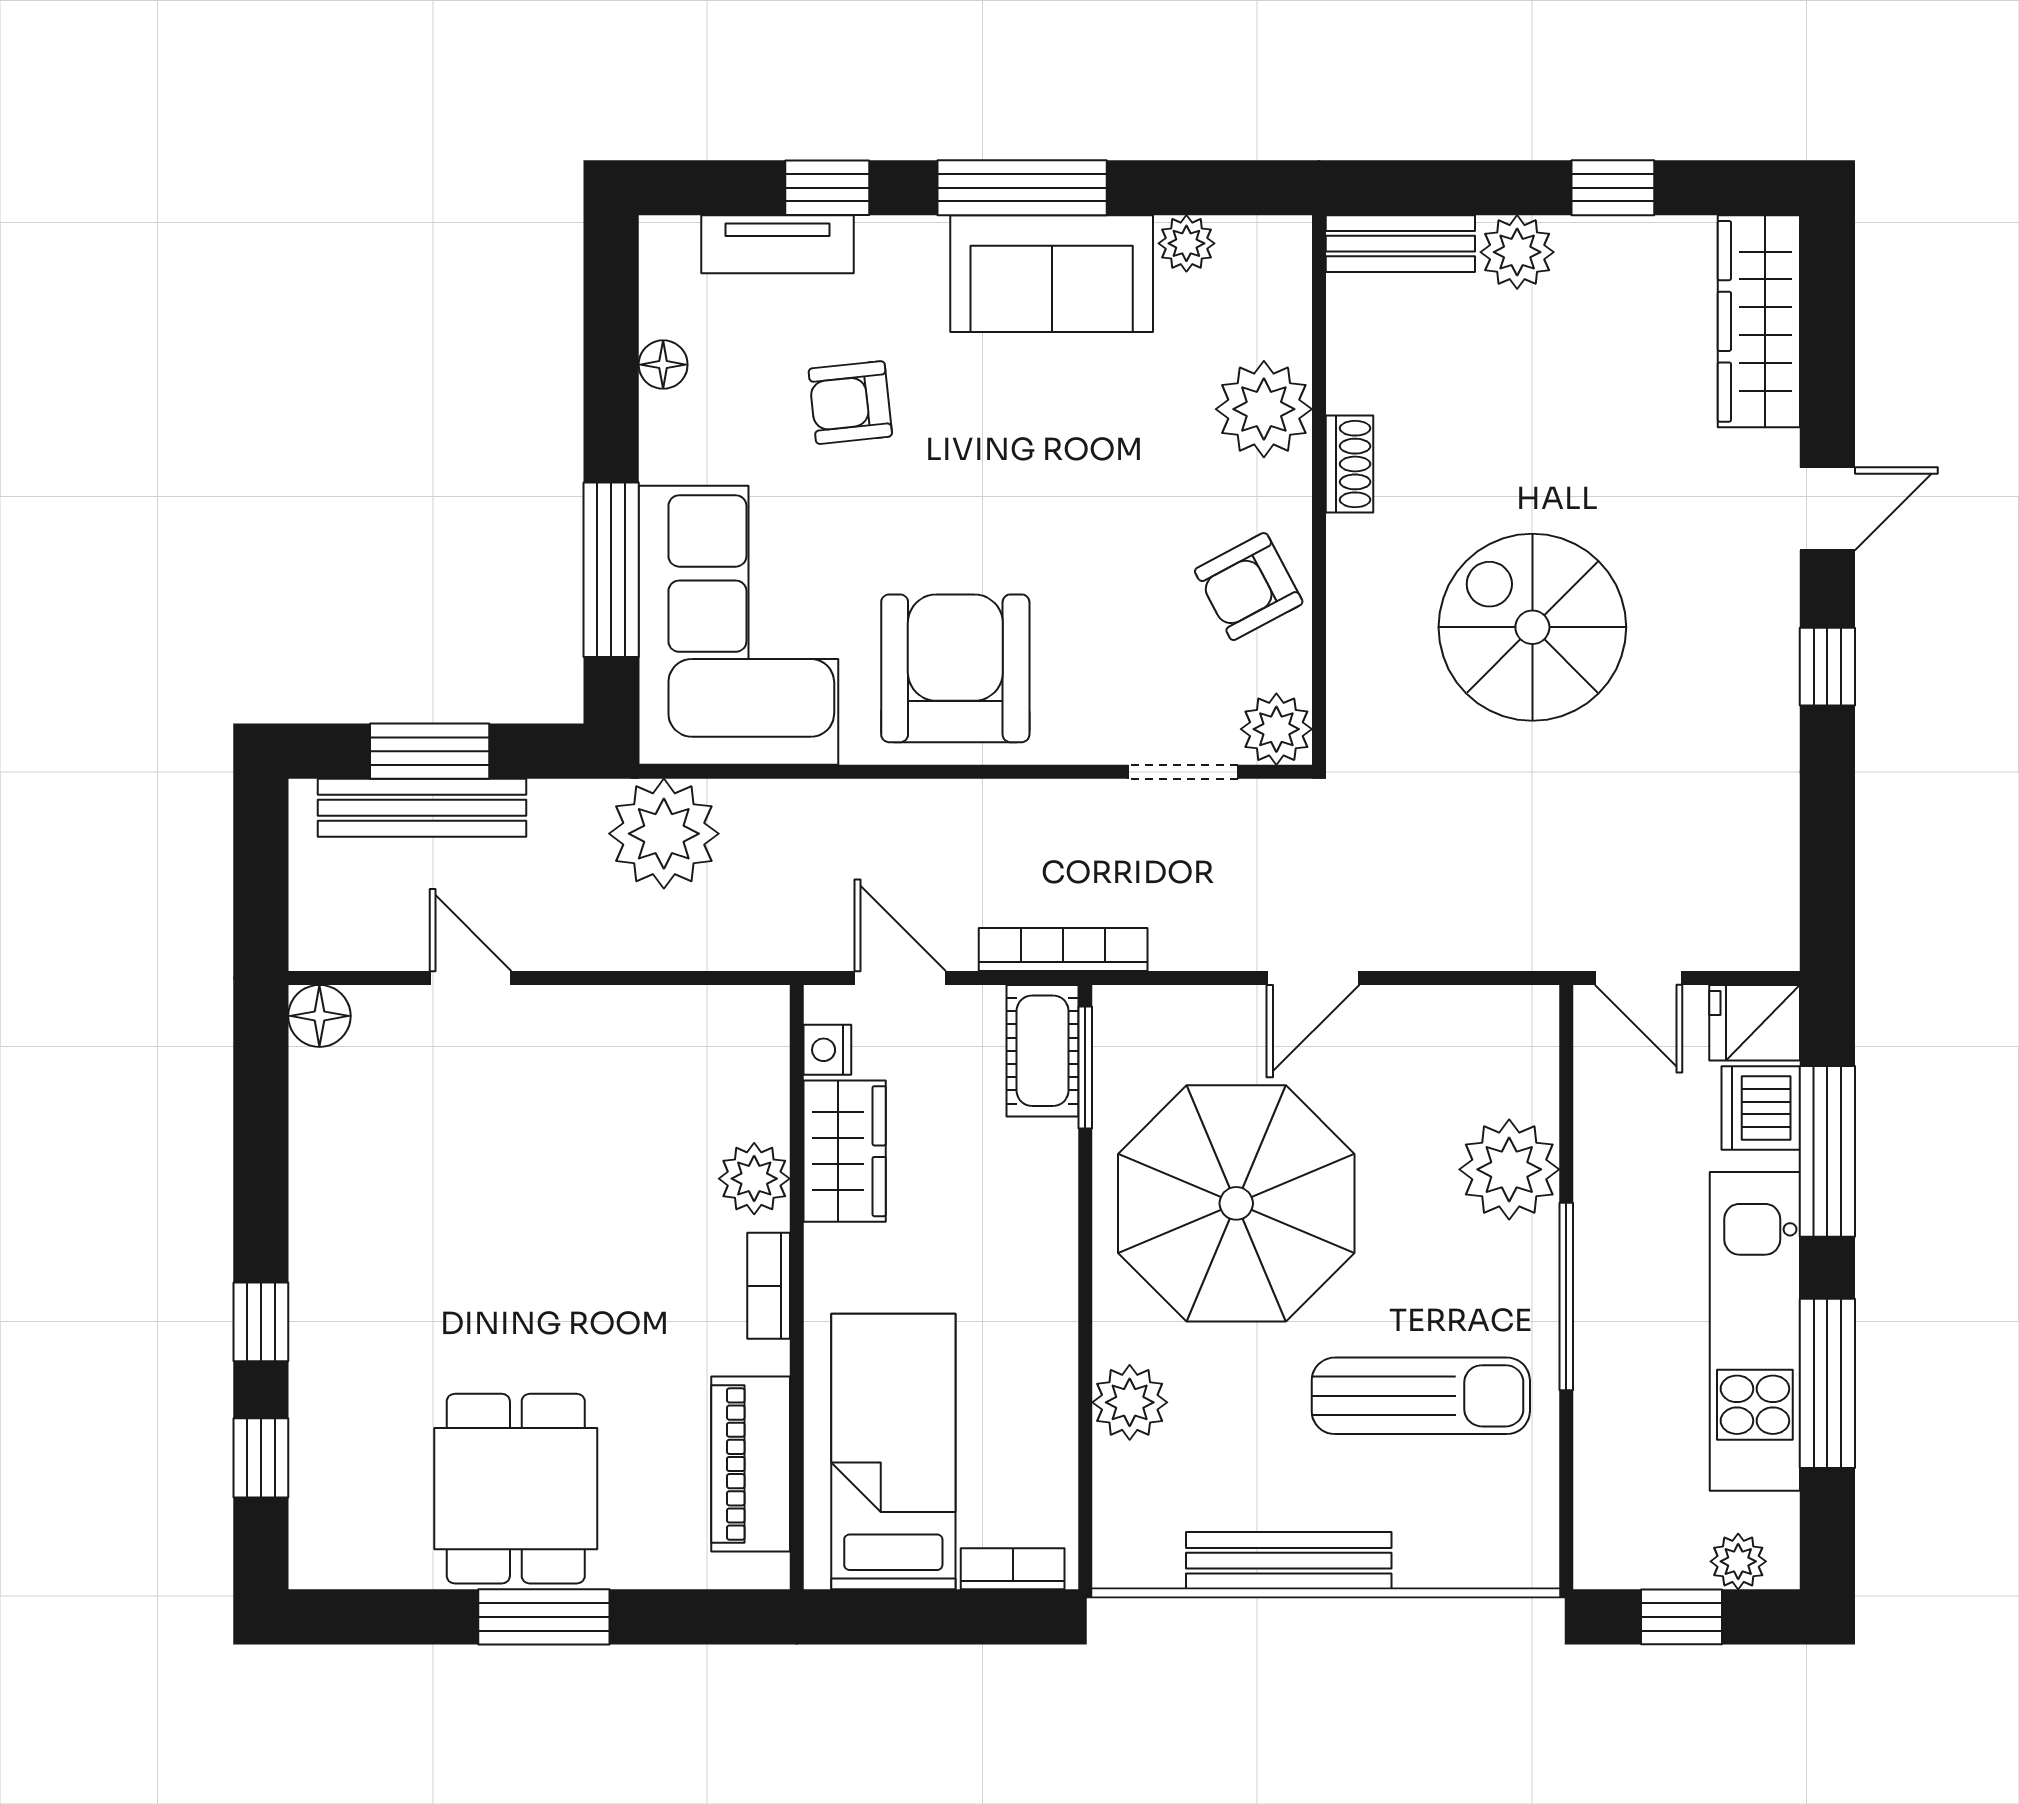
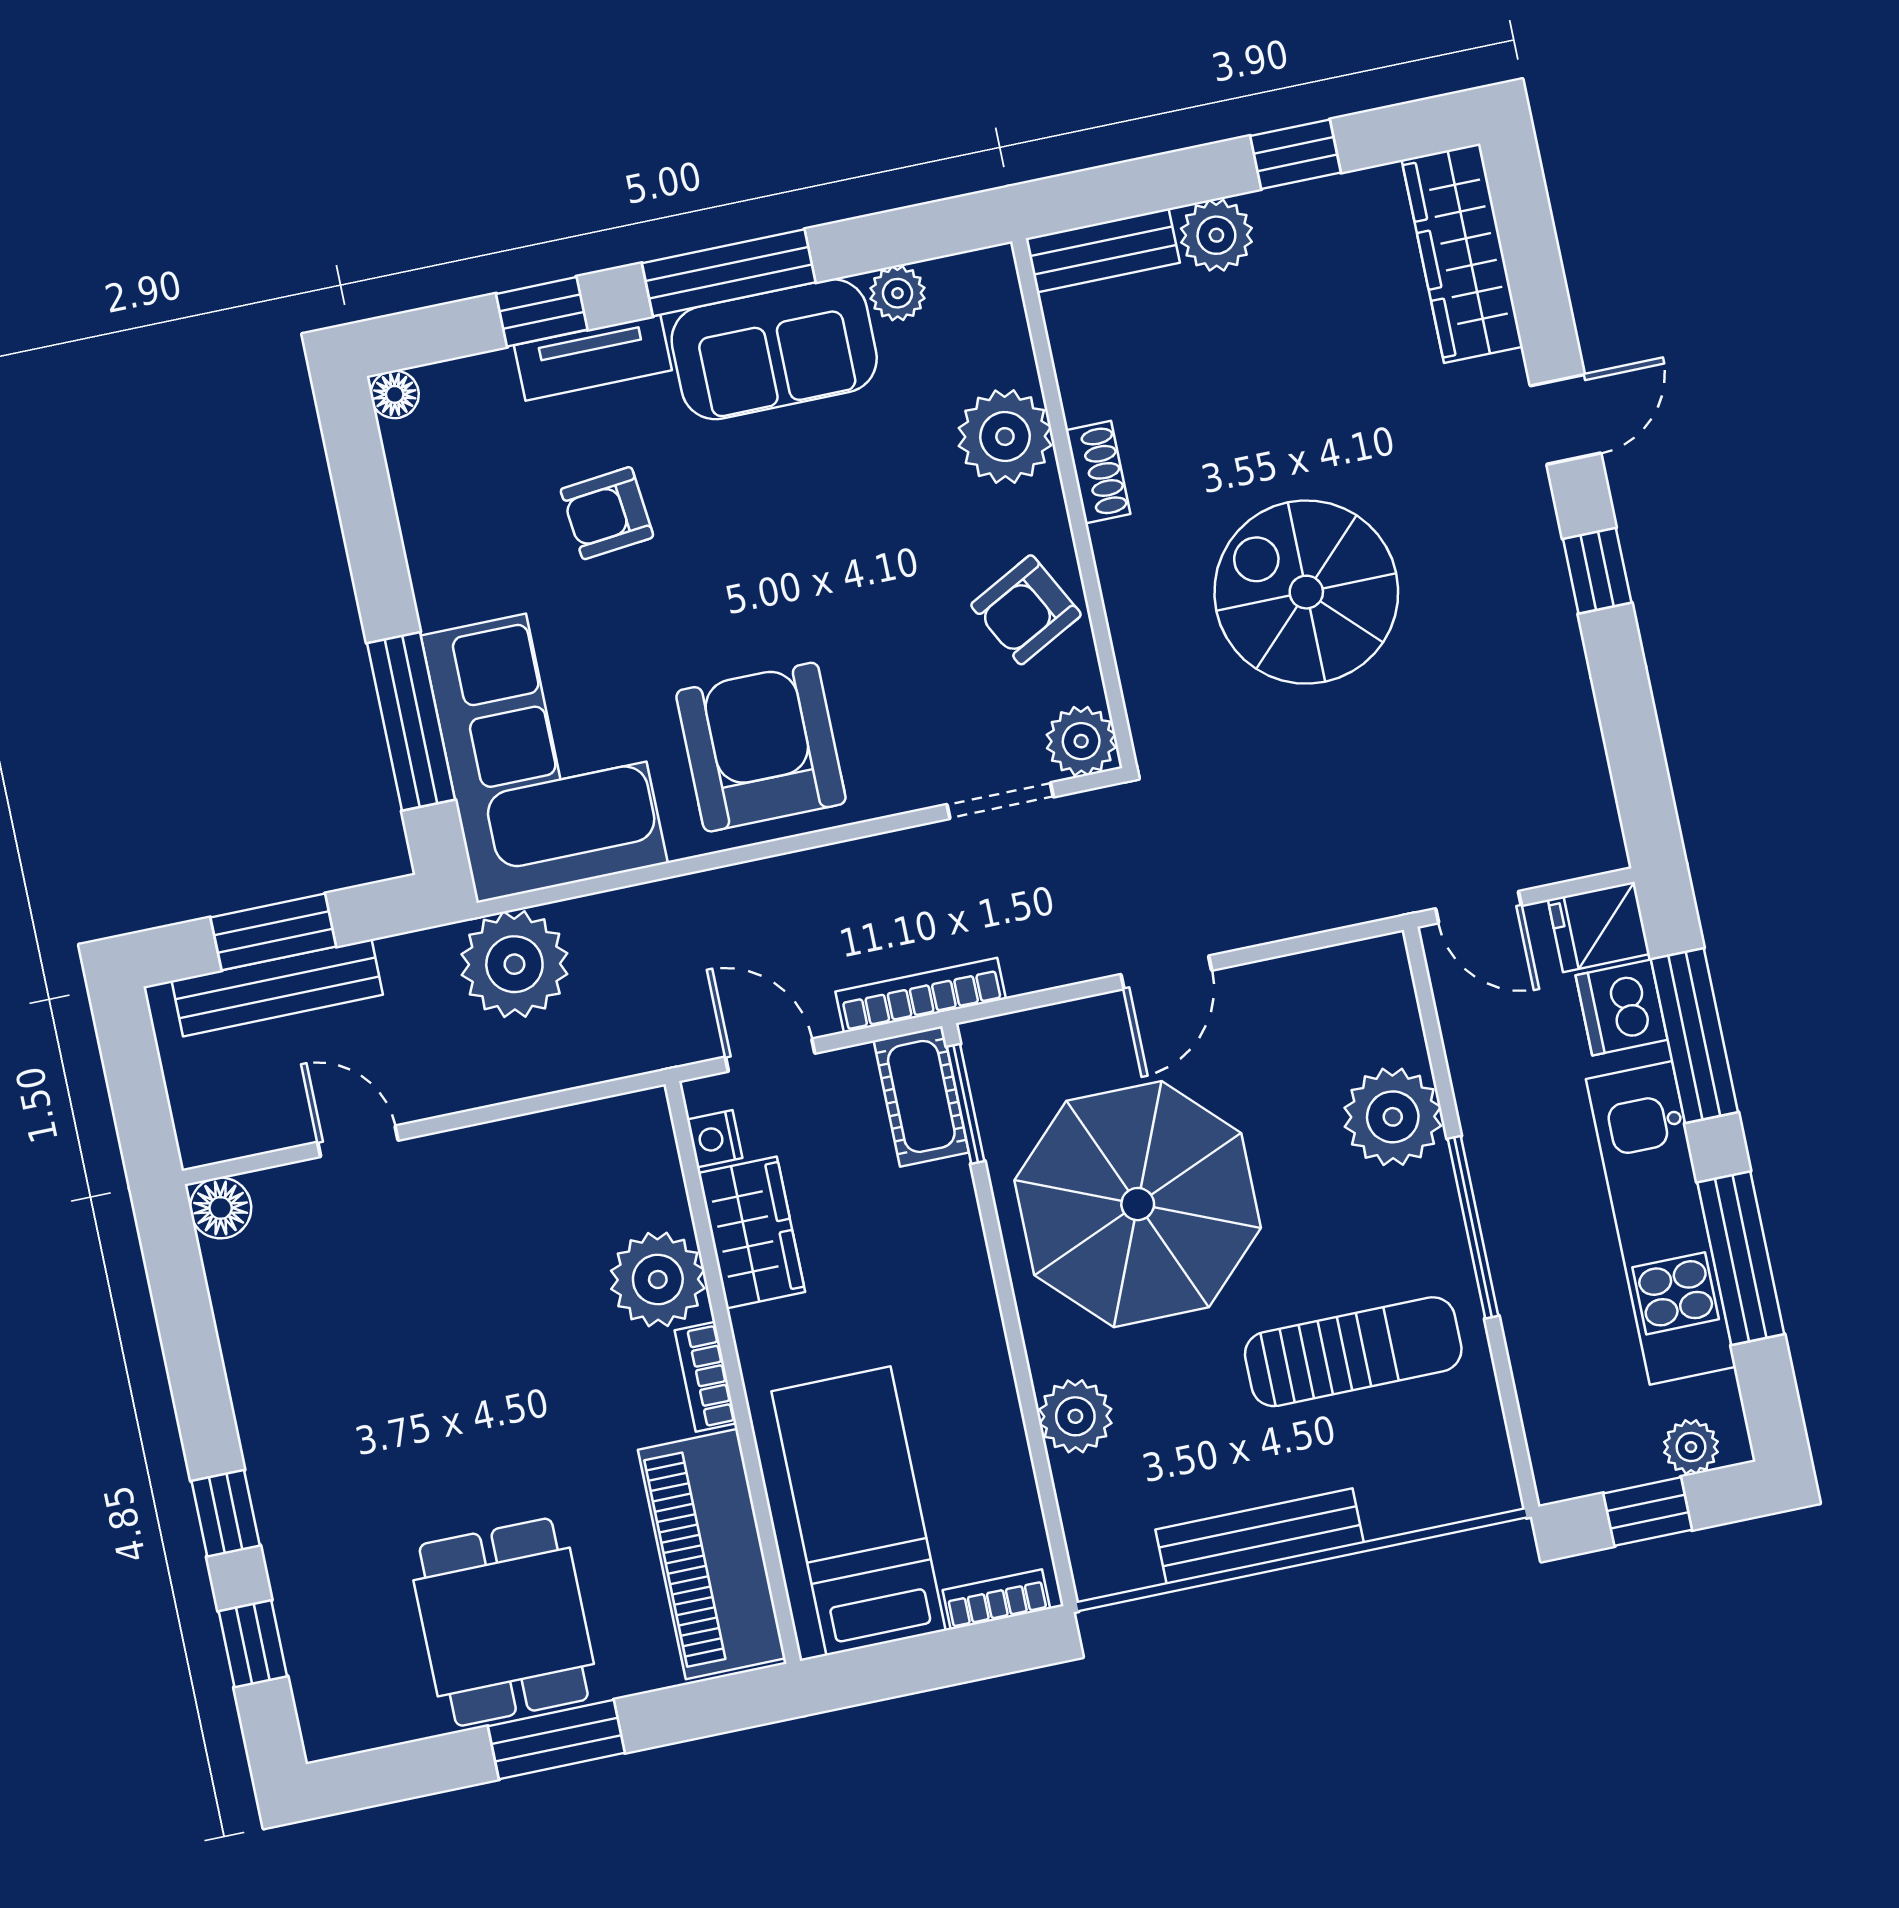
tv unit: (778, 244) -> (593, 358), moved
floor lamp: (663, 365) -> (395, 394), moved
plant: (754, 1179) -> (658, 1279), width x1.36, depth x1.36
piano: (751, 1464) -> (712, 1554), width x1.37, depth x1.33

